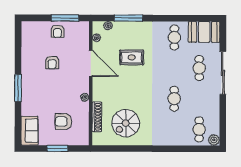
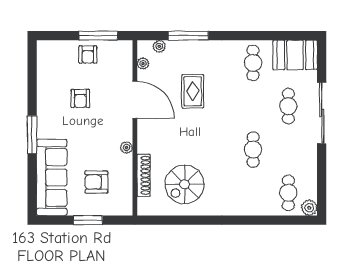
rug: (132, 57) -> (193, 91), turned 90
sofa: (30, 131) -> (52, 177), width x1.85, depth x1.27

